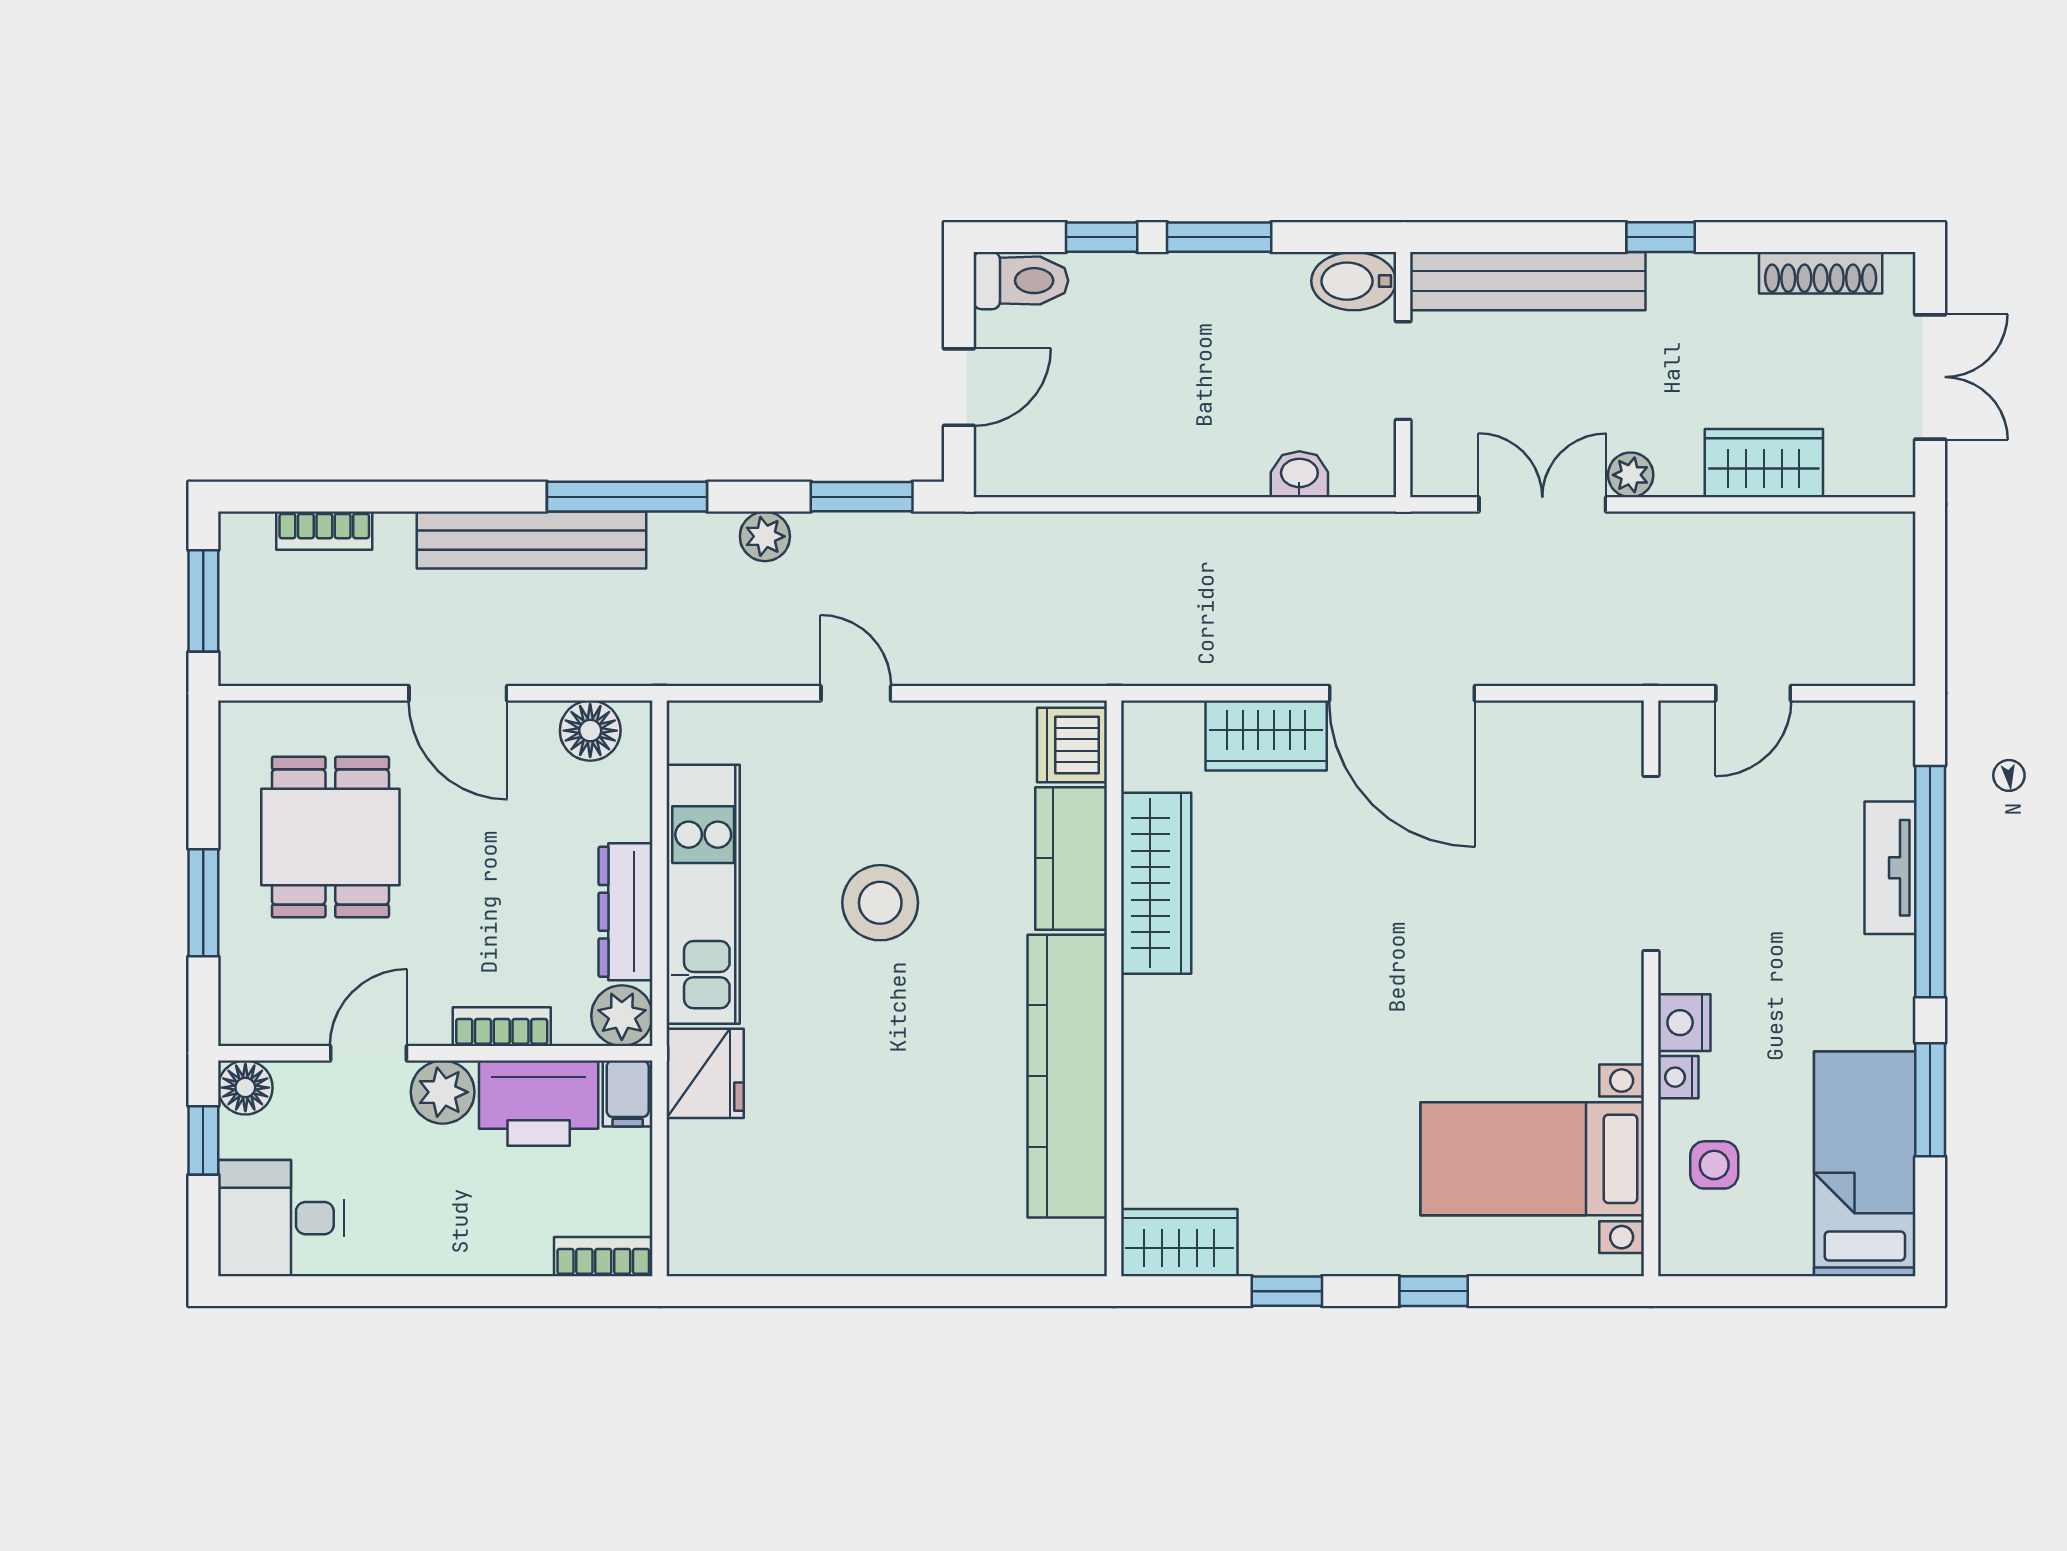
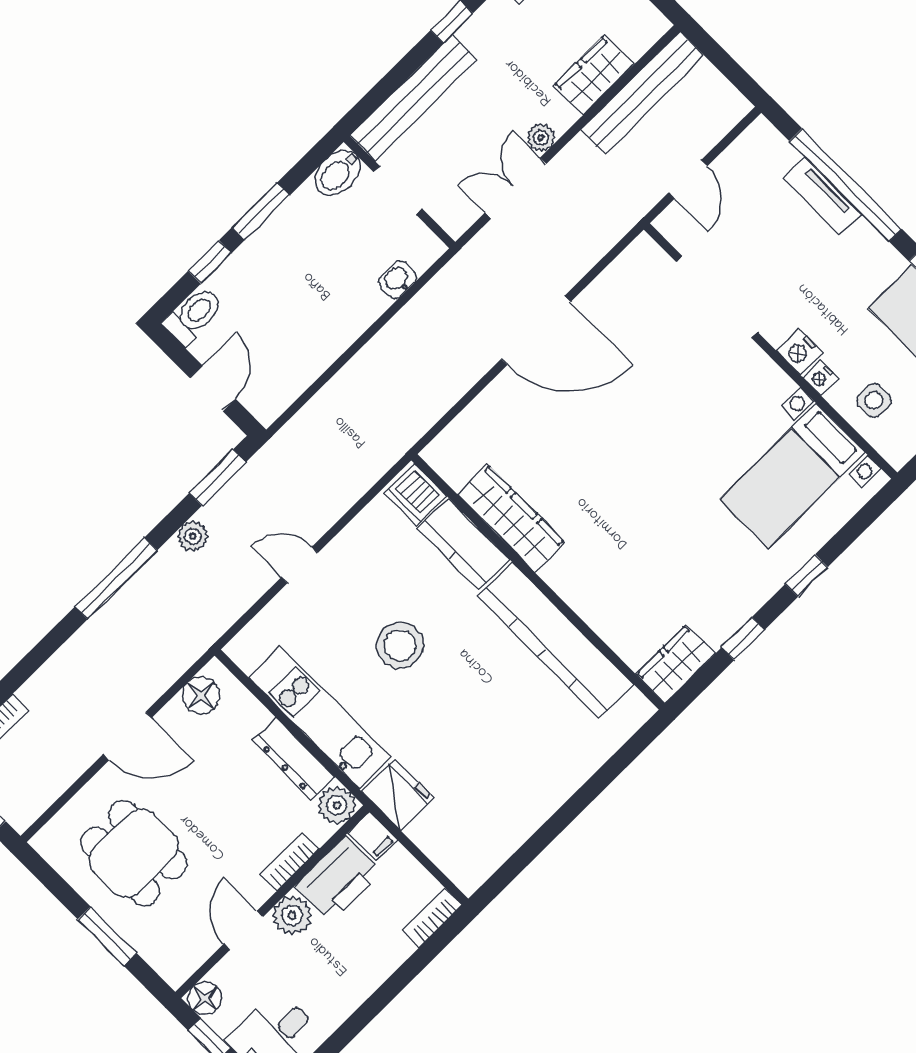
bench: (532, 540) -> (643, 93), moved
wardrobe: (1266, 735) -> (495, 407), removed

